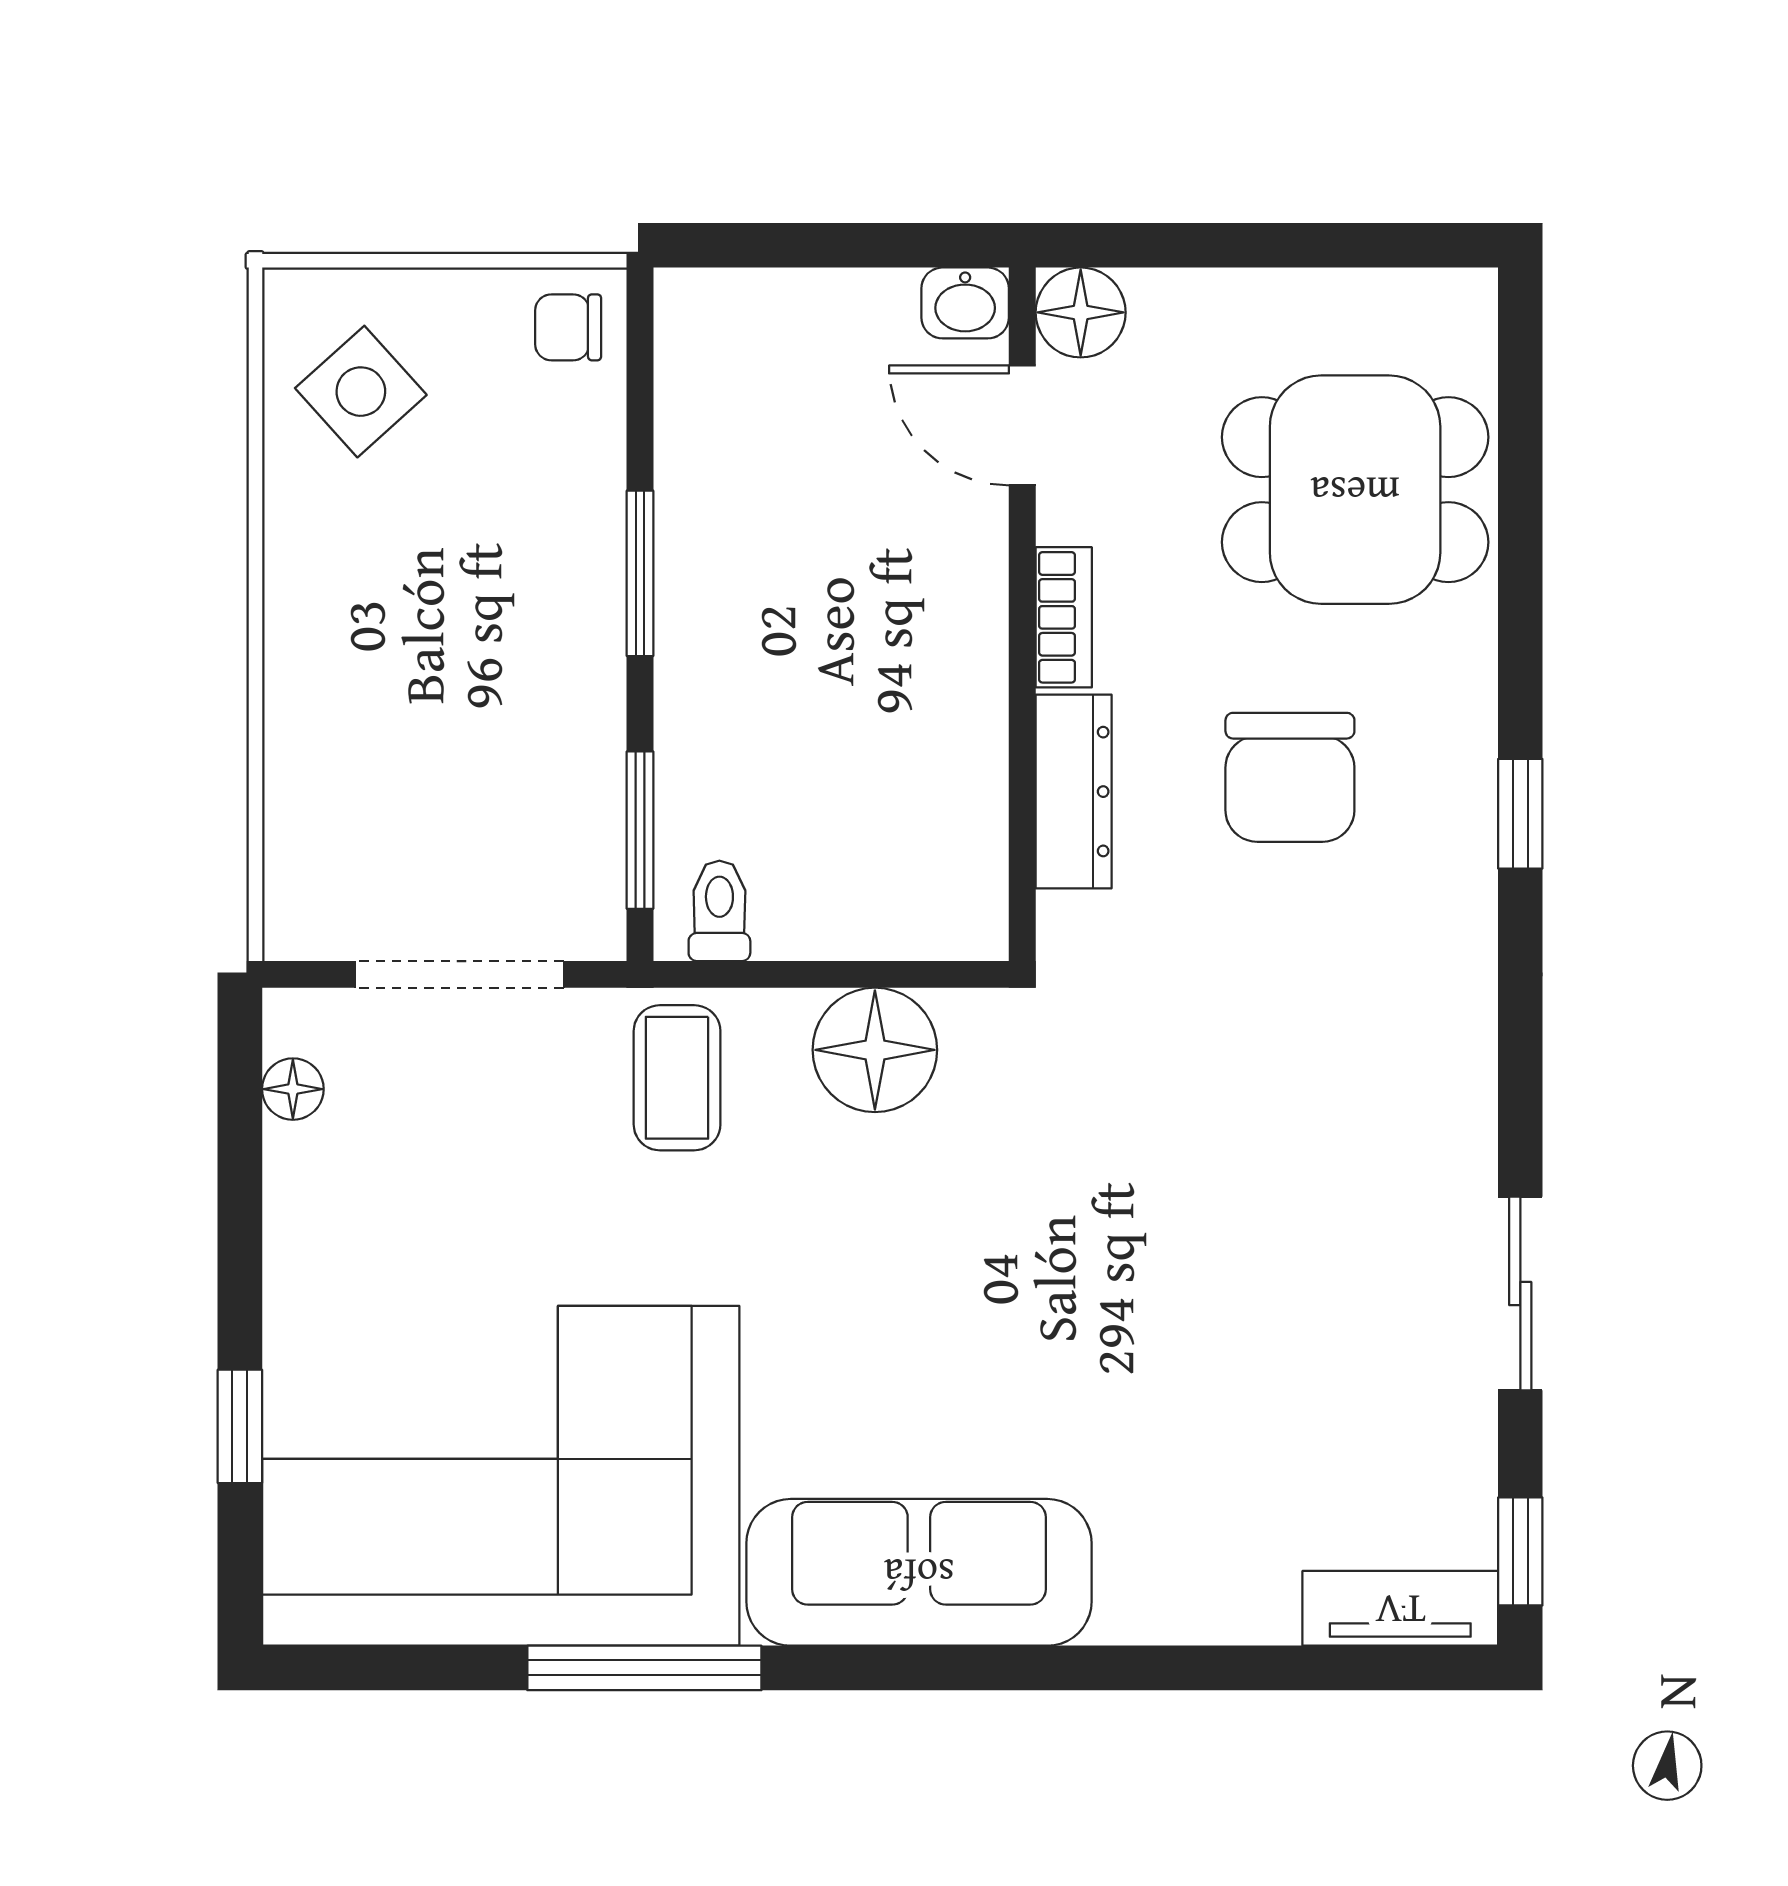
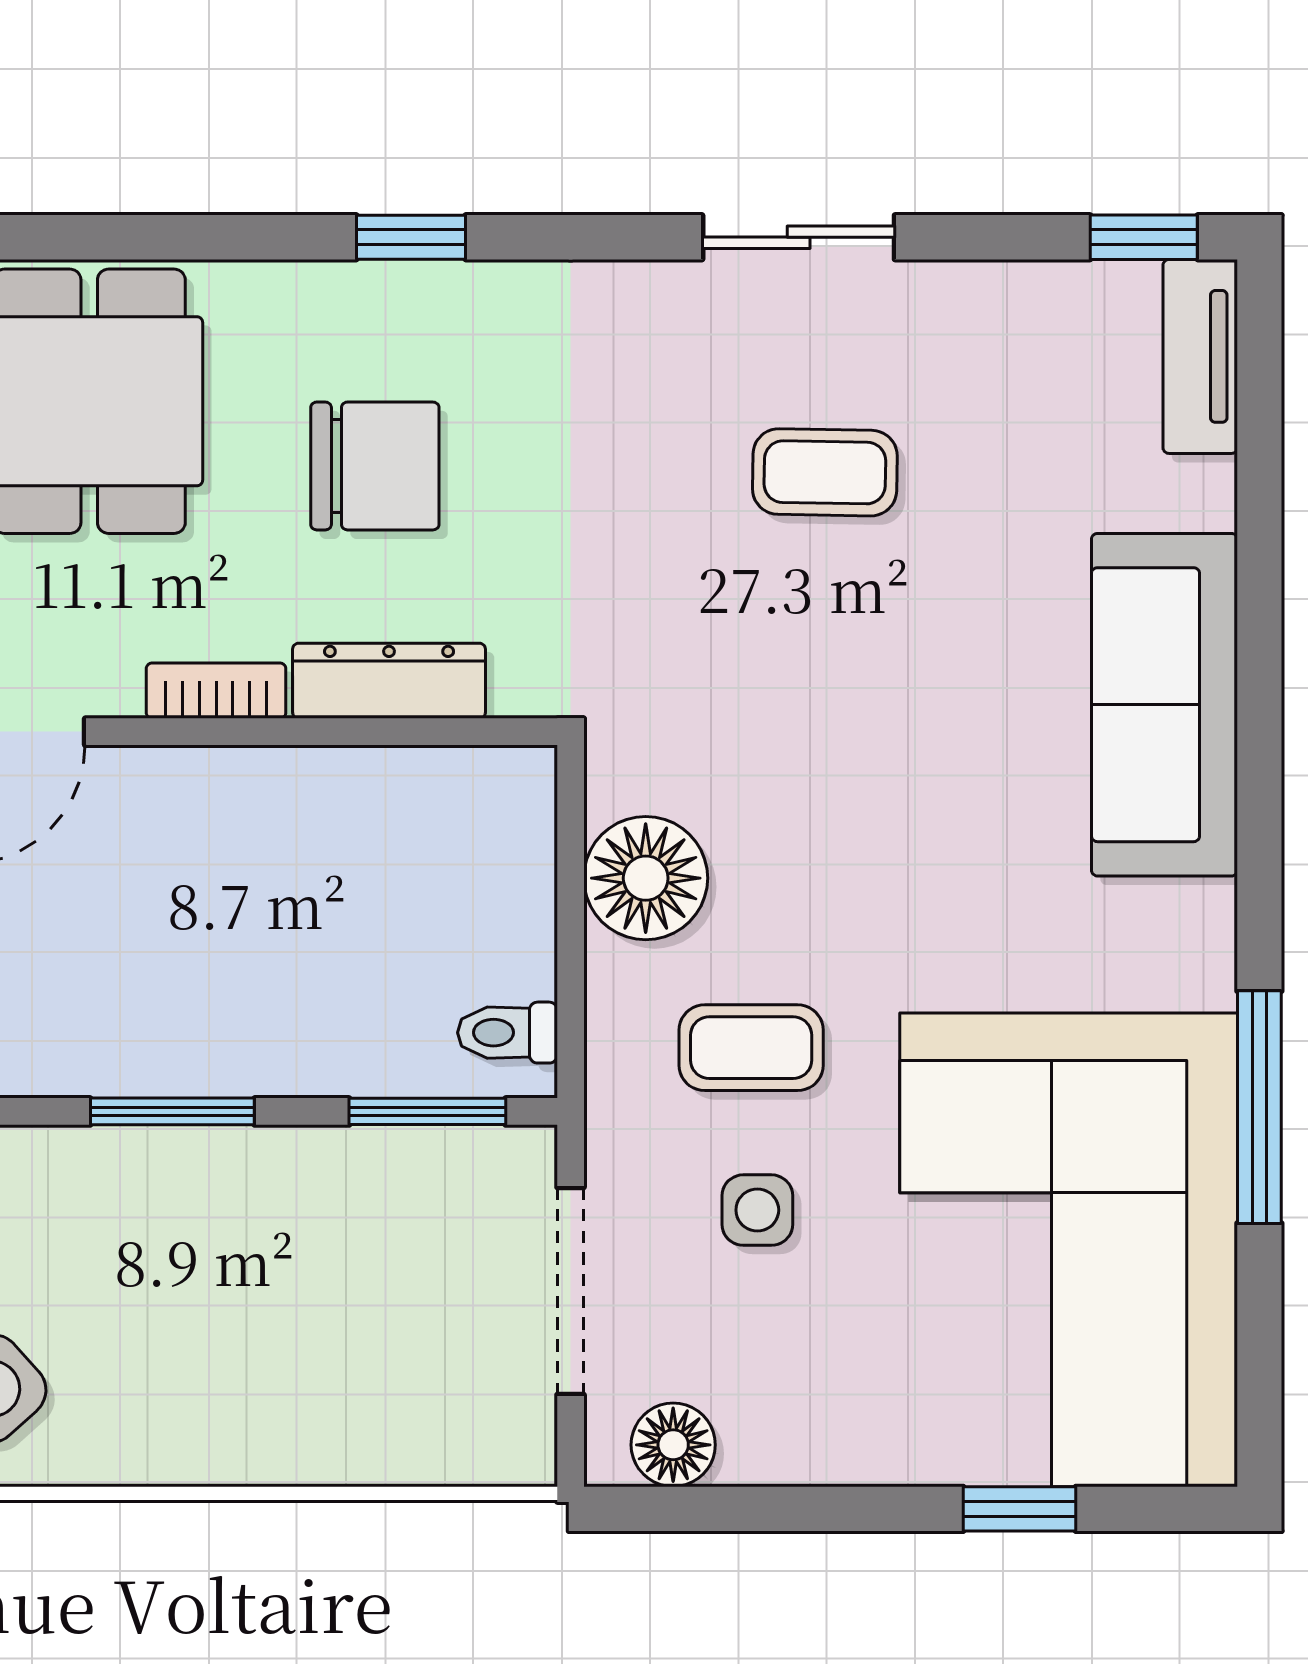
coffee table: (677, 1078) -> (751, 1048), moved
floor lamp: (293, 1089) -> (673, 1445), width x1.37, depth x1.37
side table: (541, 1162) -> (757, 1210), added
coffee table: (1284, 1230) -> (825, 472), added
sliding door: (1520, 1294) -> (799, 237), moved
sofa: (919, 1572) -> (1164, 705), moved

